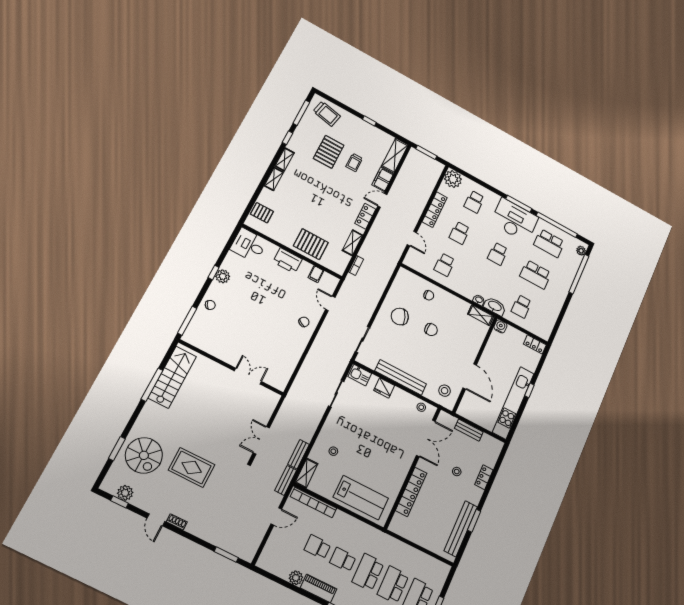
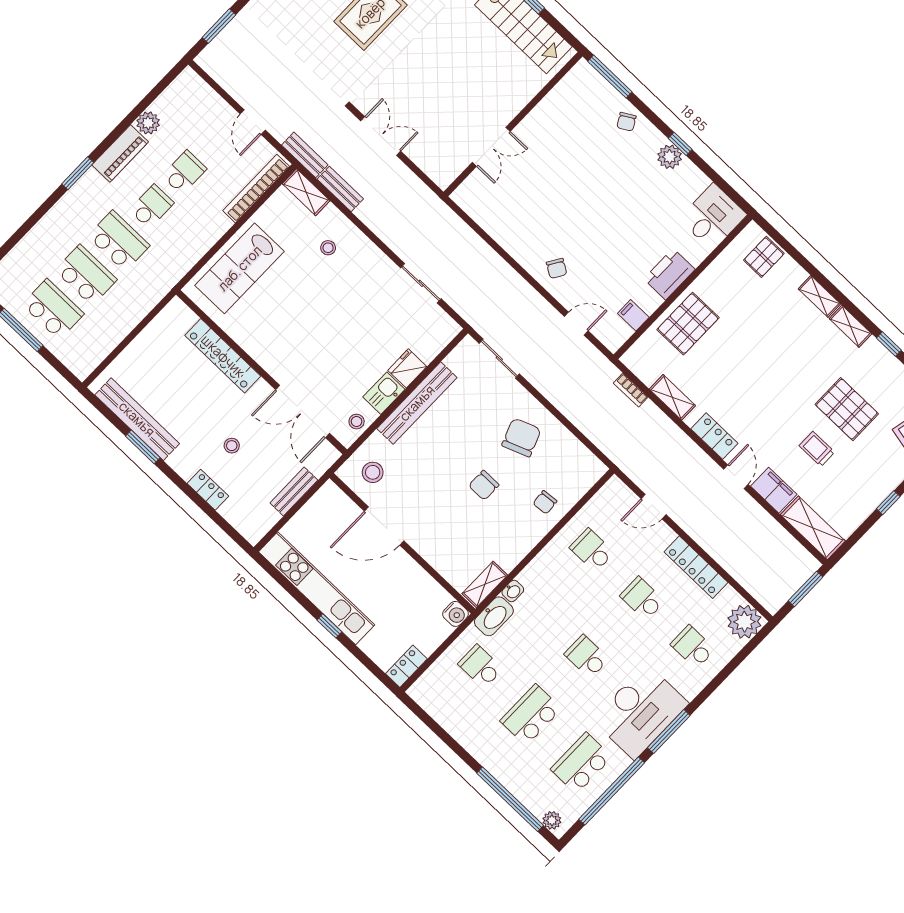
kitchen sink: (360, 375) -> (384, 393), moved

